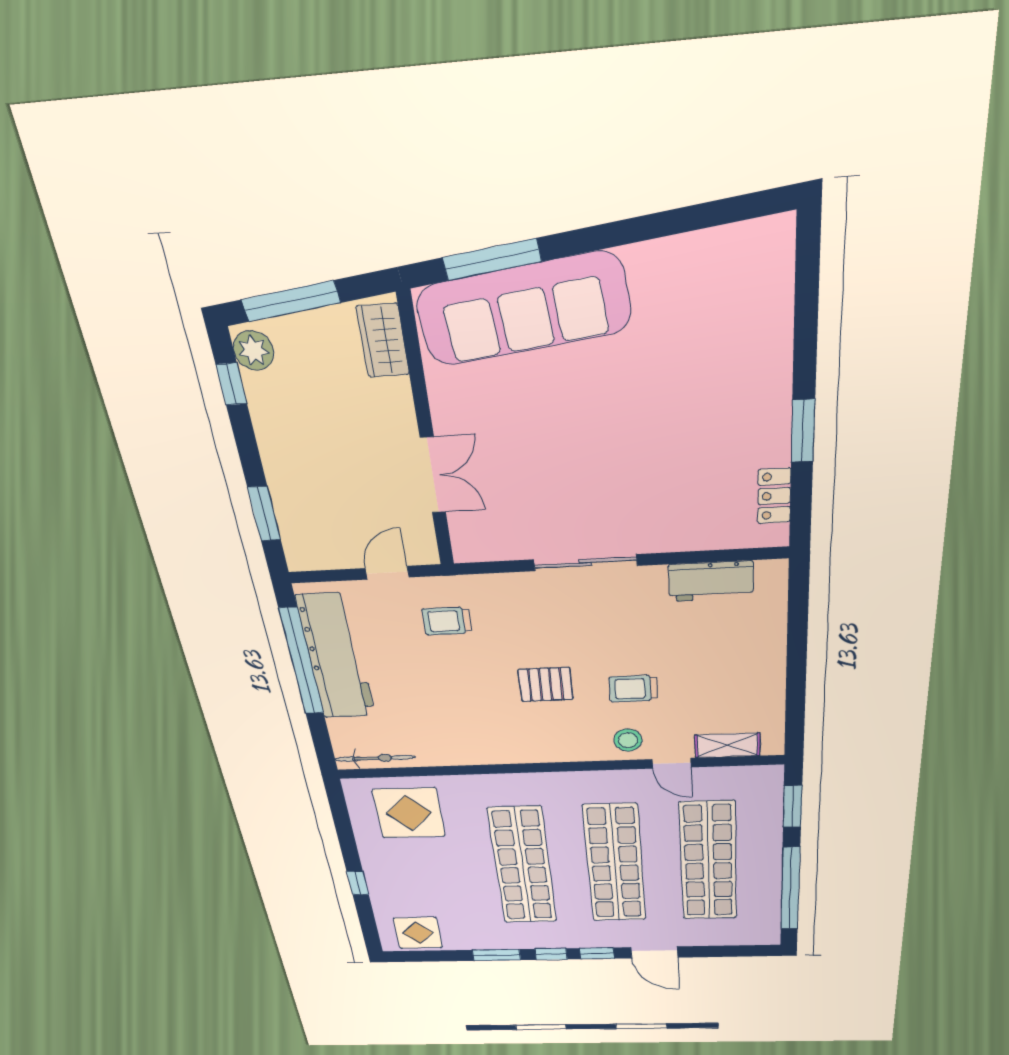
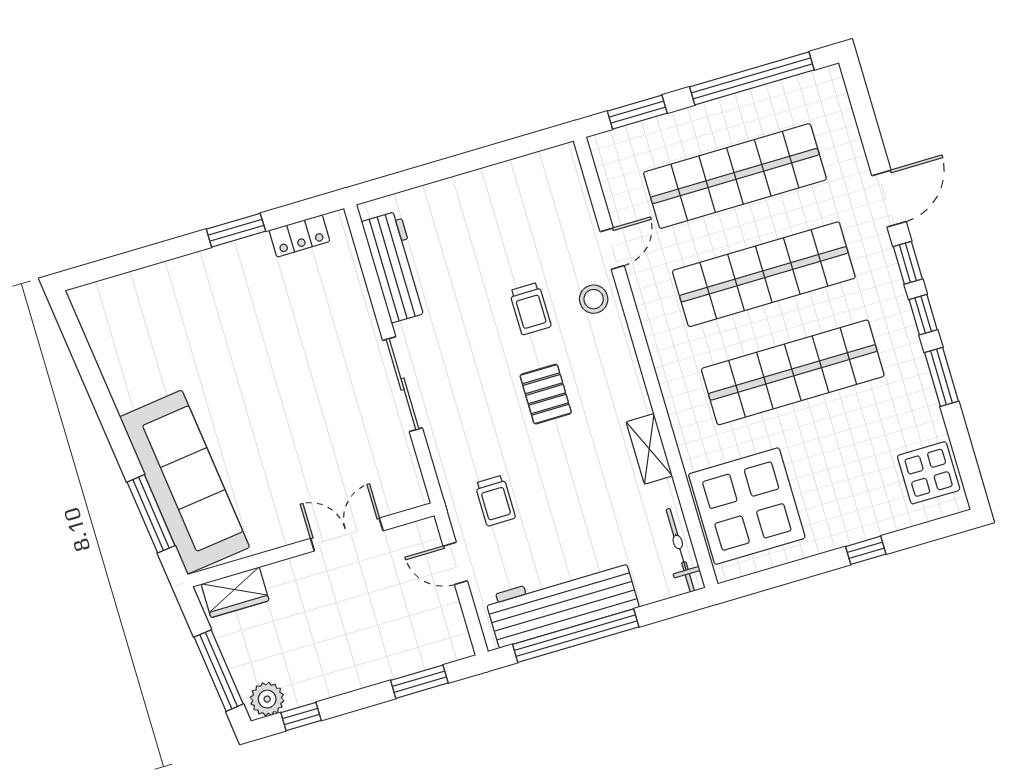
workbench: (711, 581) -> (395, 267), width x1.38
shelving: (727, 745) -> (649, 449), moved
display table: (409, 813) -> (747, 506), width x1.36, depth x1.36

